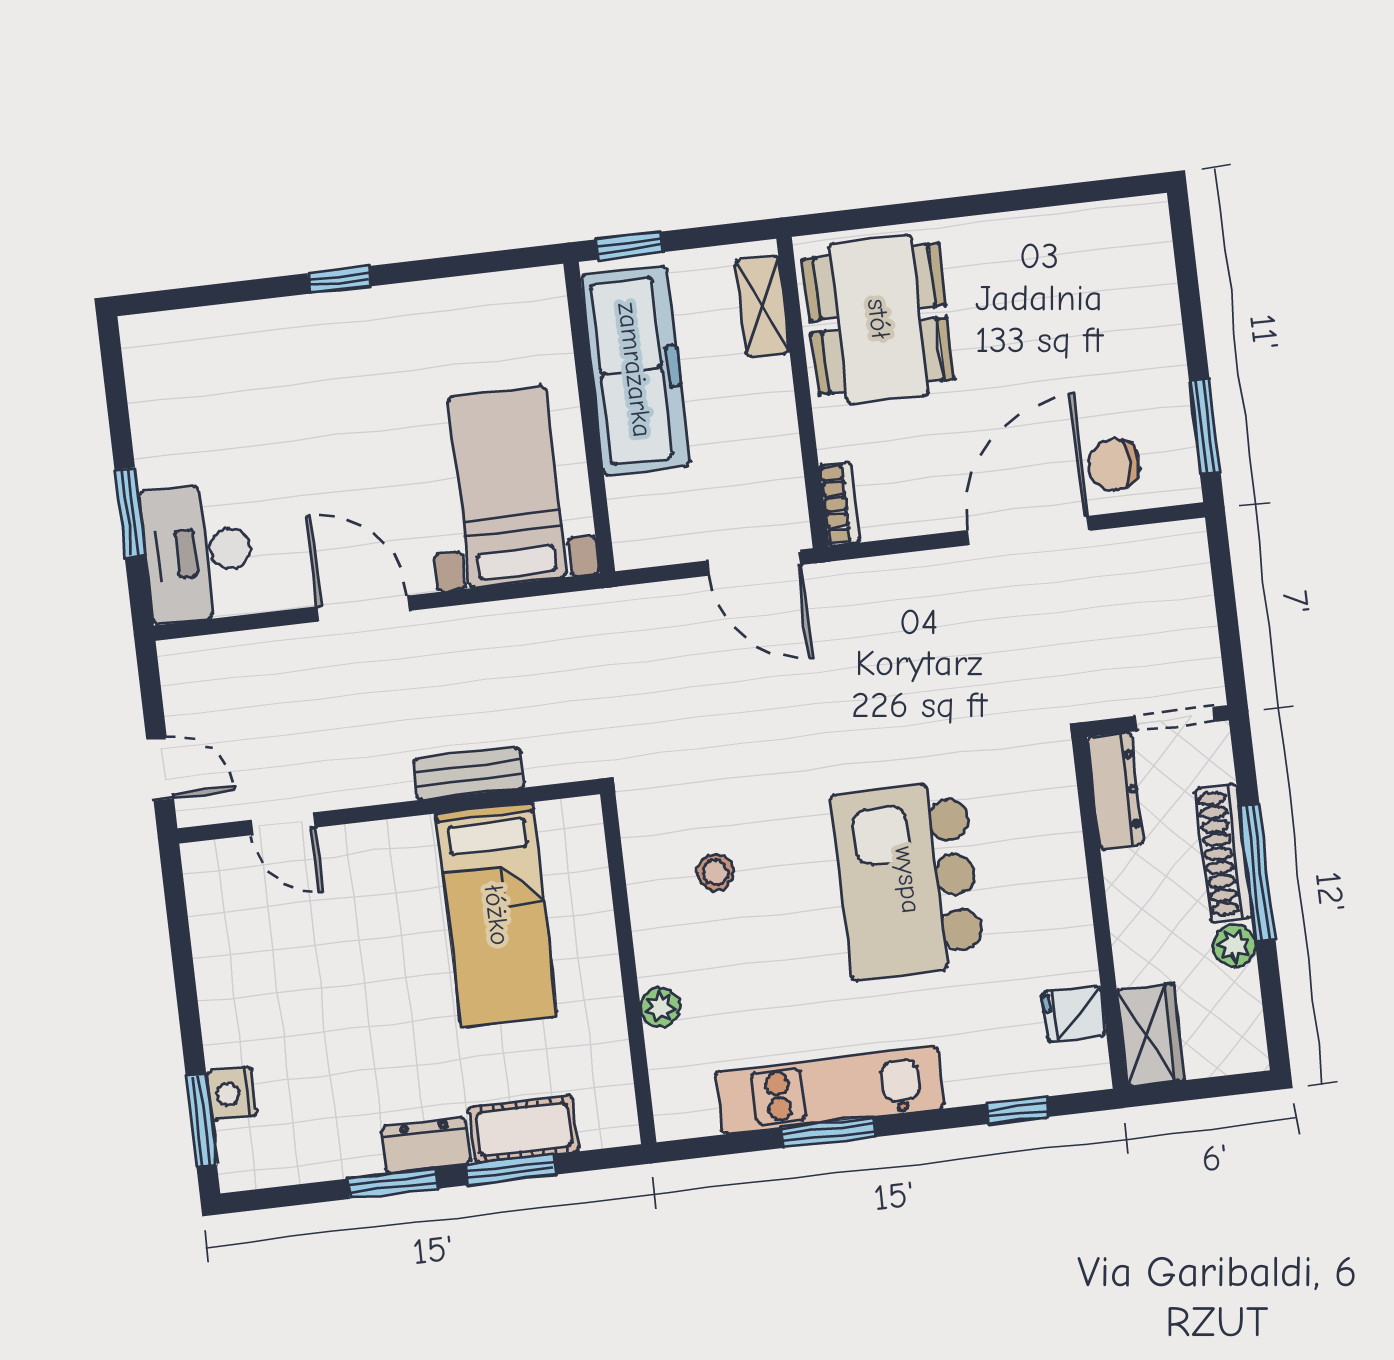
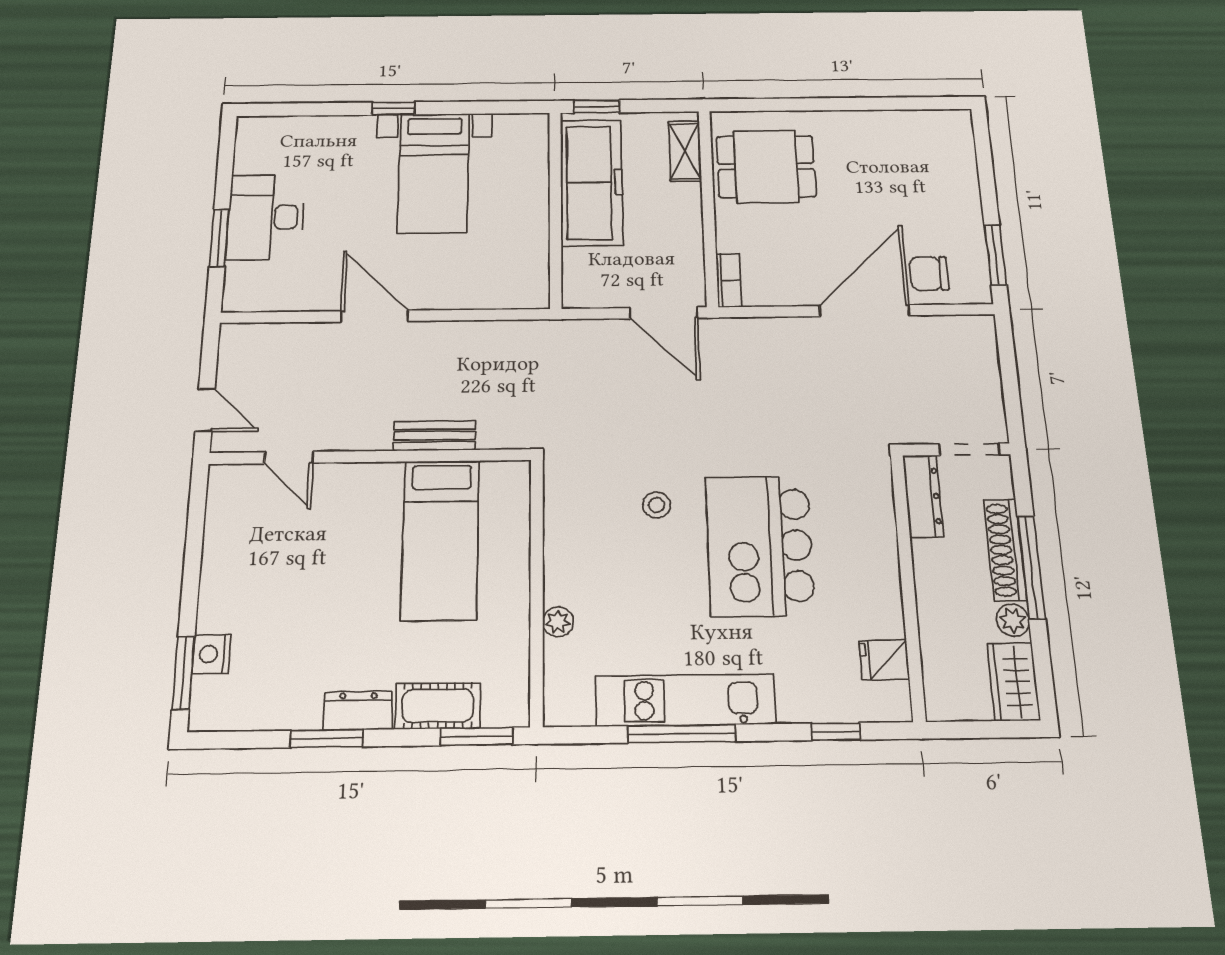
dining table: (879, 319) -> (766, 166), width x0.73
bed with nightstands: (508, 487) -> (433, 173), moved, turned 180
desk: (198, 552) -> (266, 217), moved
stool: (715, 872) -> (657, 505), moved
wardrobe: (1151, 1035) -> (1014, 682), moved, turned 180
window: (828, 1132) -> (682, 734), width x1.44
window: (510, 1170) -> (477, 736), moved

